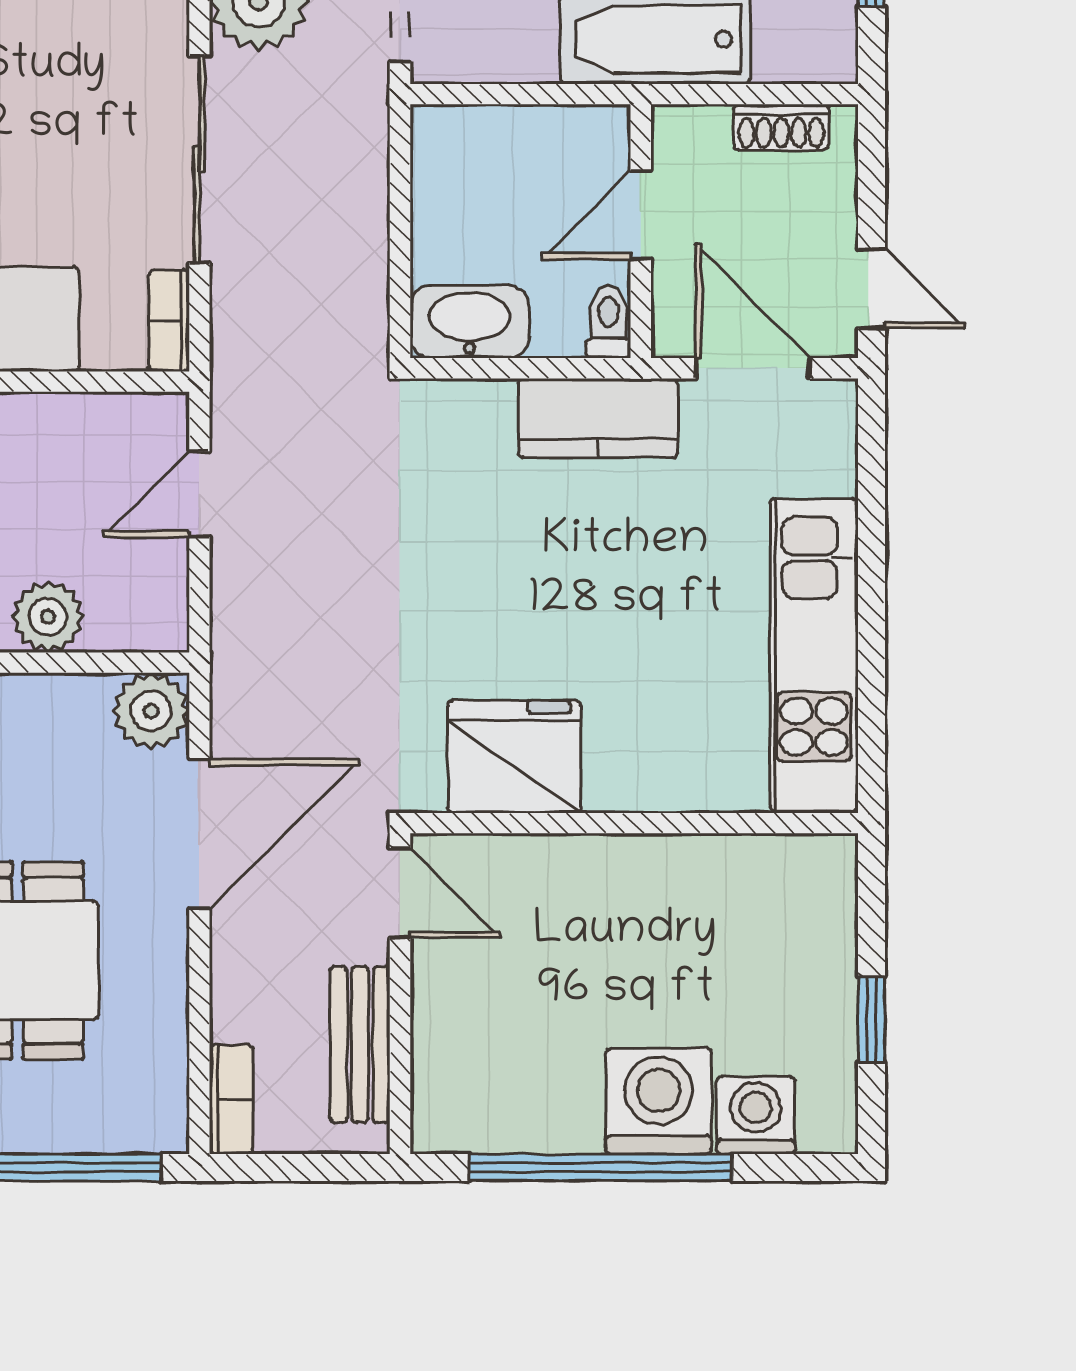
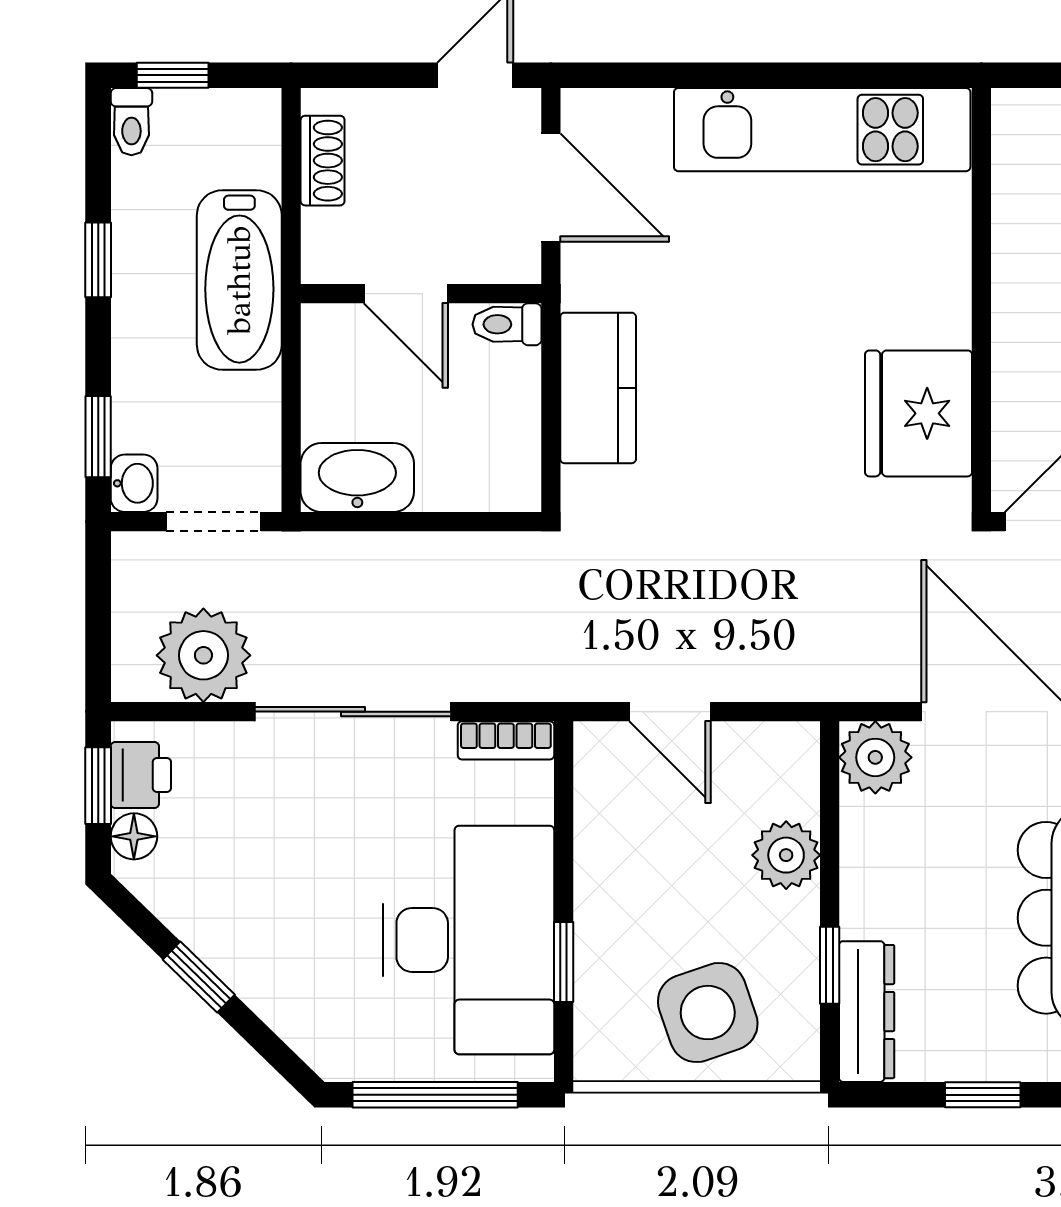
washbasin: (470, 322) -> (357, 478), moved, turned 90
door: (753, 368) -> (551, 188), swing flipped
kitchen counter: (598, 418) -> (598, 388), moved

